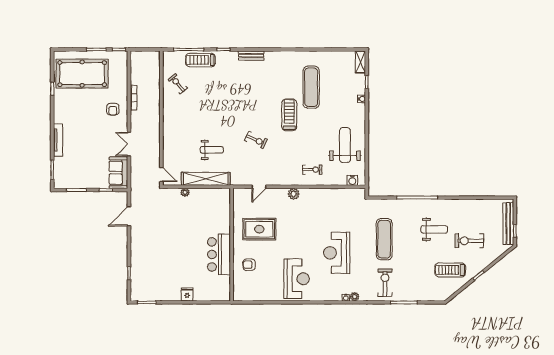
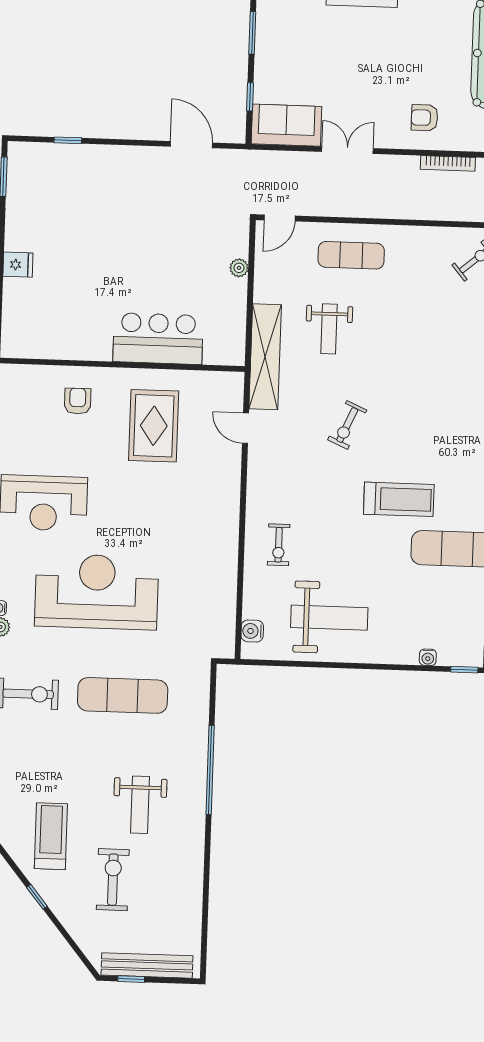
exercise mat: (177, 141) -> (351, 255), added
shelving: (206, 179) -> (265, 357), moved
plant: (294, 194) -> (228, 503), removed
reception desk: (337, 253) -> (97, 592), width x1.36, depth x1.30
bar counter: (219, 254) -> (158, 339), moved

